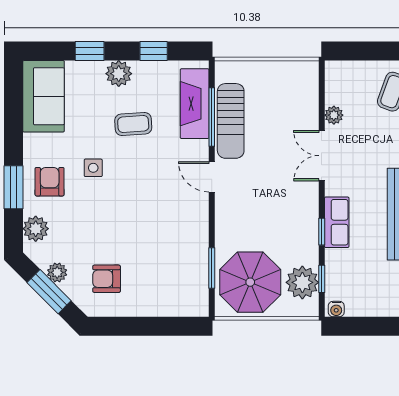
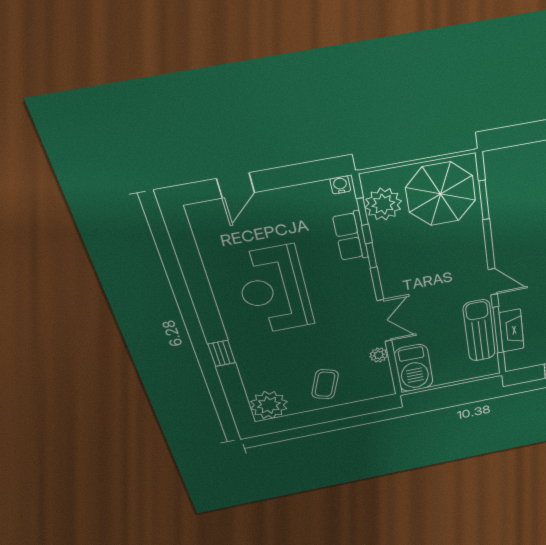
barbecue: (302, 90) -> (414, 368), added
fireplace: (195, 104) -> (512, 331), width x0.73, depth x0.76
row of seats: (337, 222) -> (351, 236), moved

